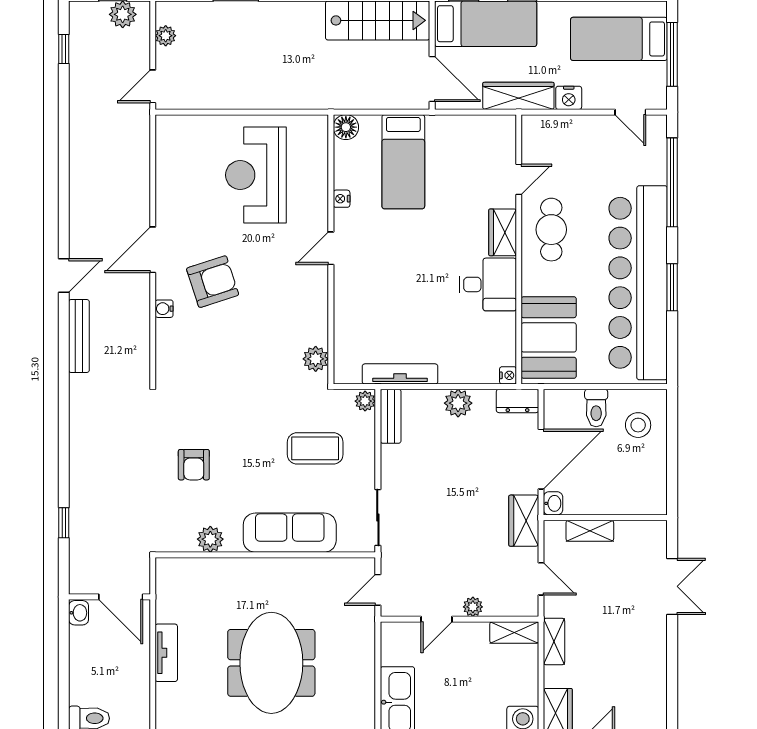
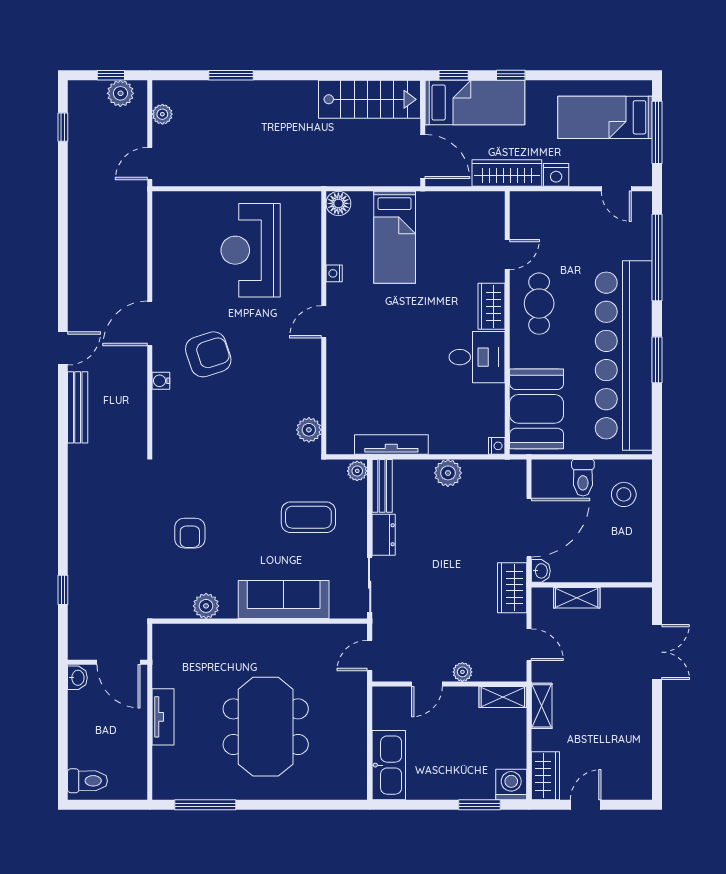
dresser: (518, 401) -> (384, 535), moved, turned -90

